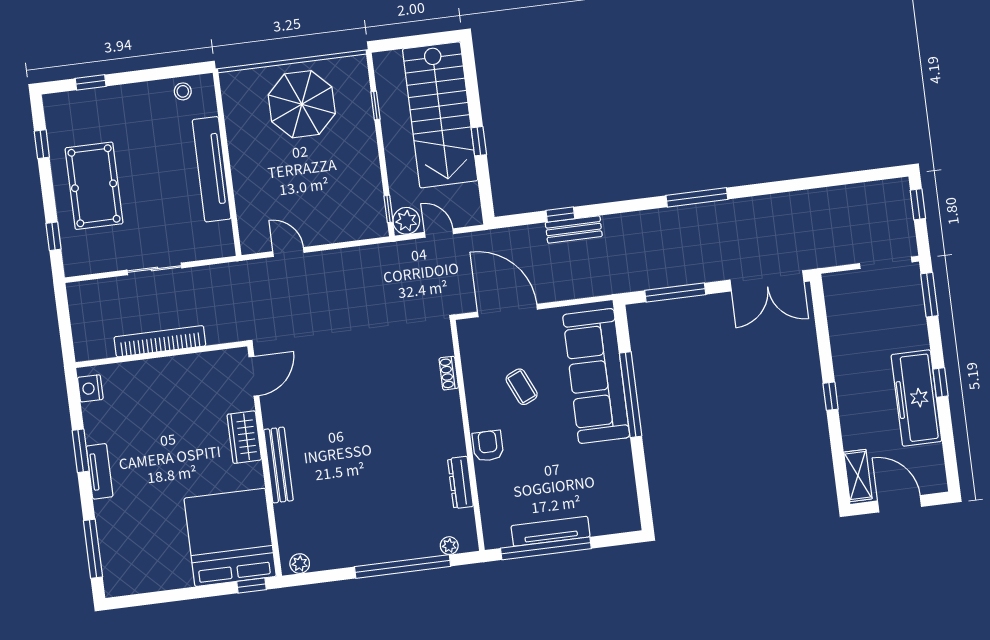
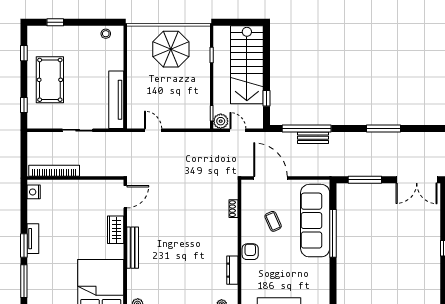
window: (479, 141) -> (267, 98), moved
tv unit: (212, 169) -> (116, 100), moved
window: (560, 215) -> (307, 128), width x3.17
bookcase: (160, 341) -> (54, 171), moved
window: (81, 451) -> (24, 246), moved

